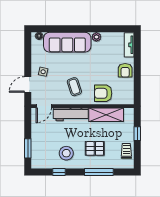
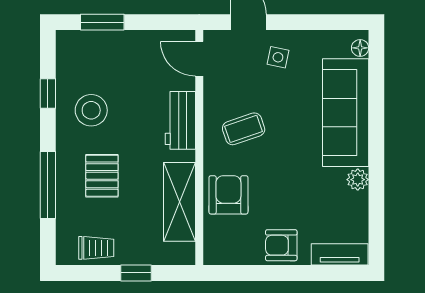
workbench: (71, 114) -> (180, 120), width x0.73

